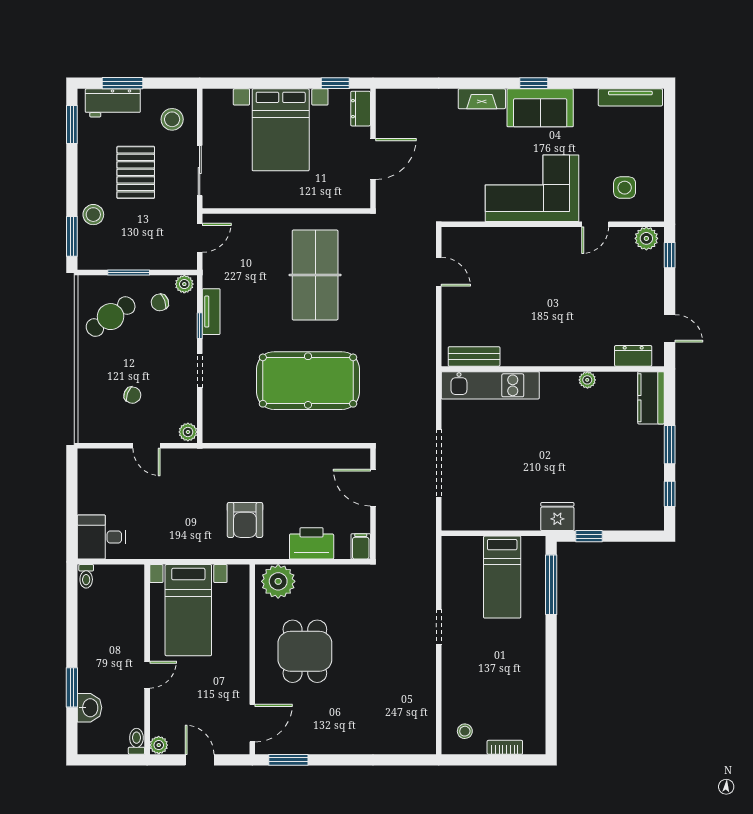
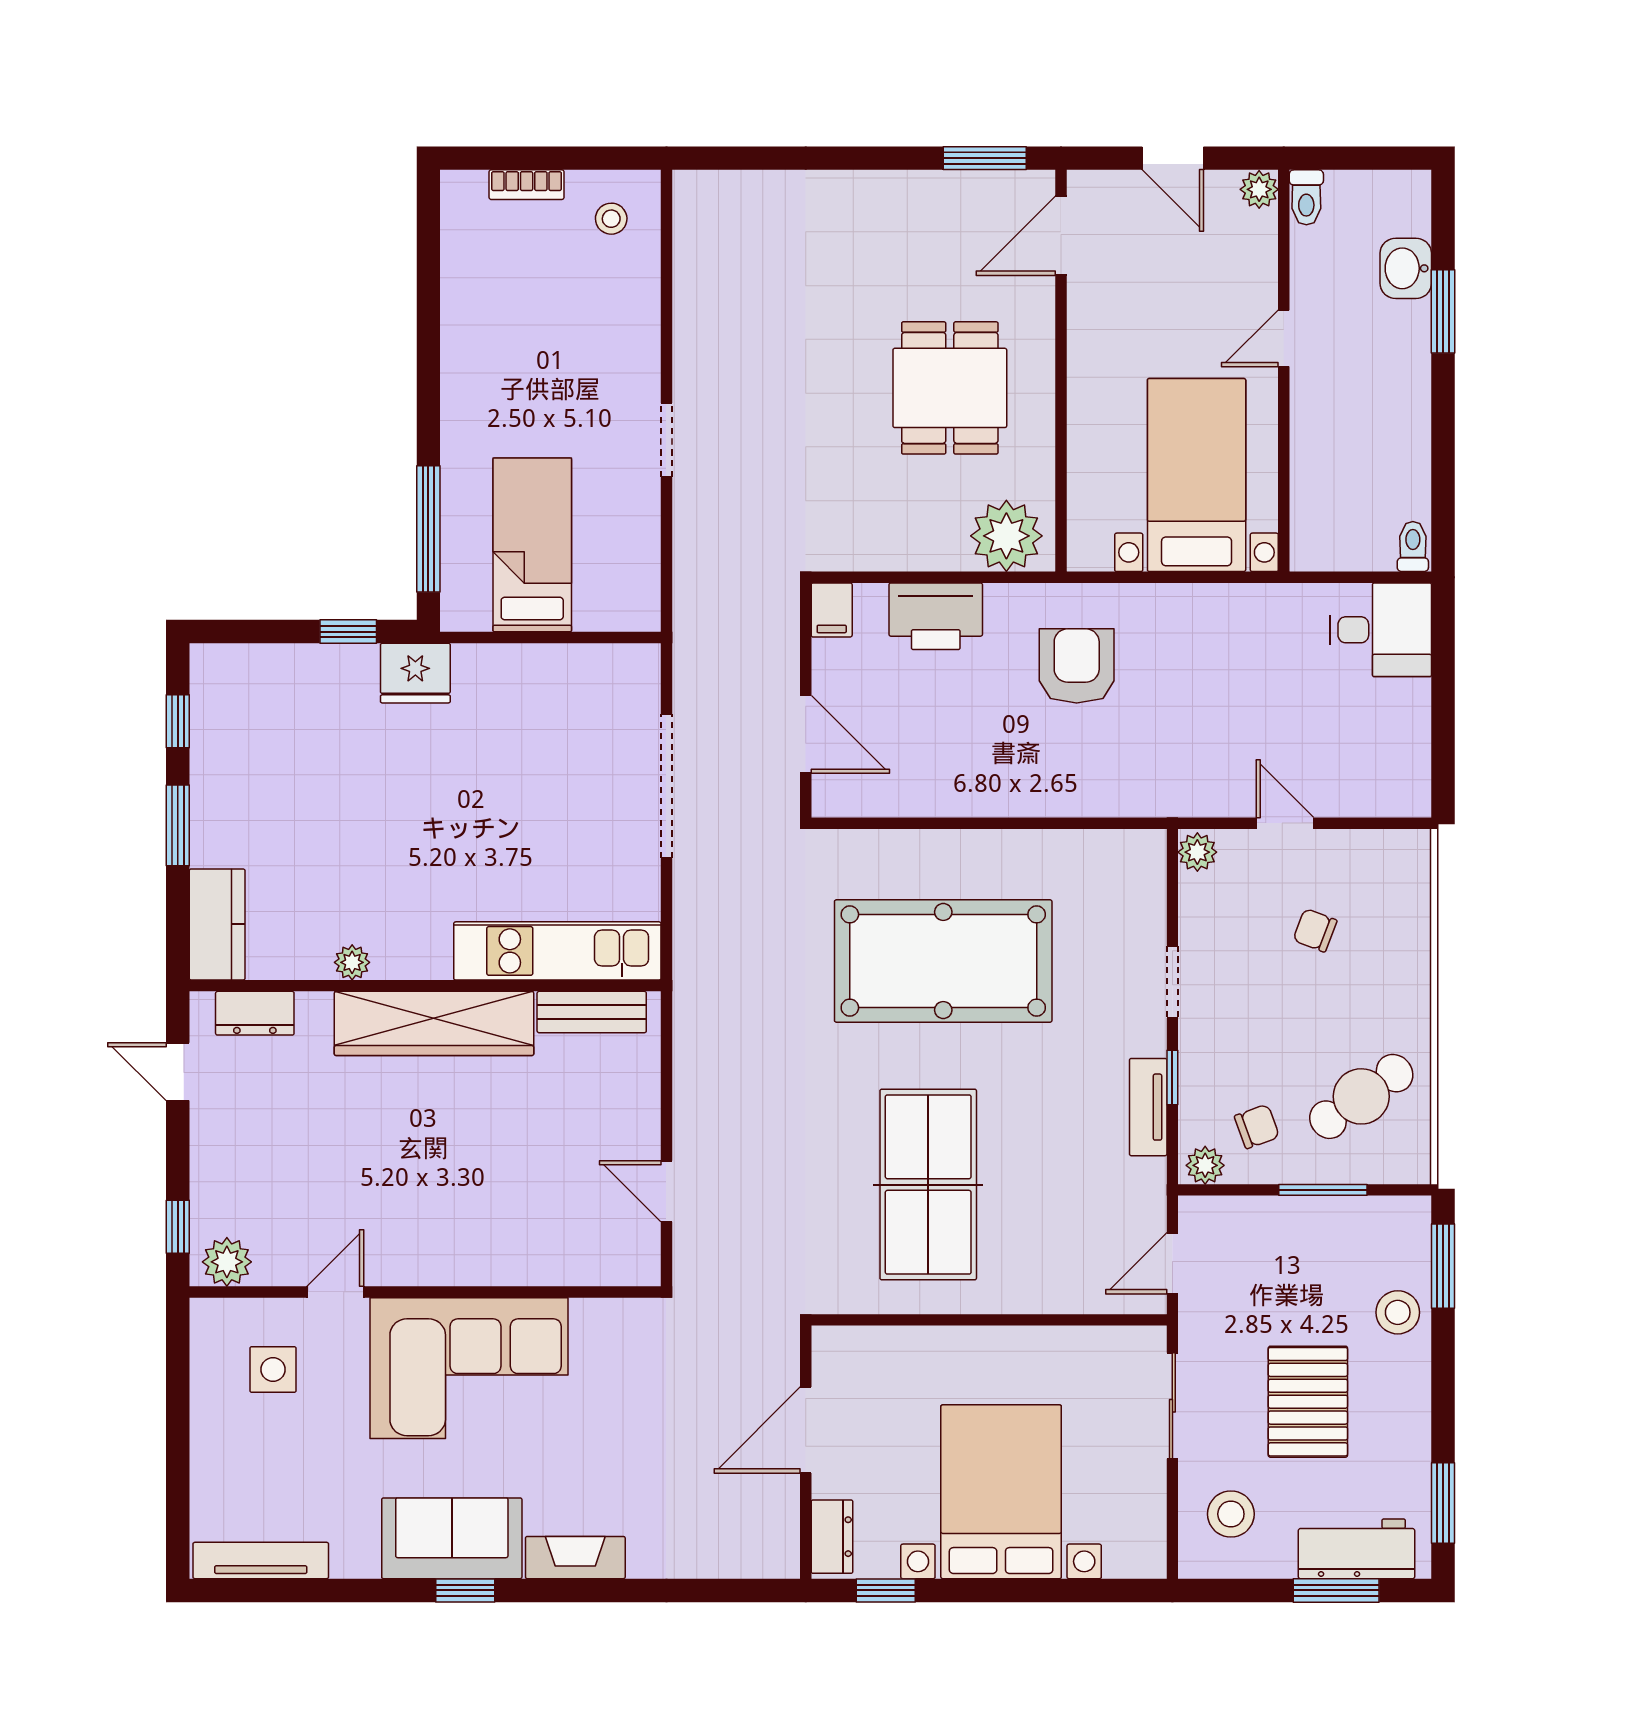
wardrobe: (549, 351) -> (434, 1023), added

